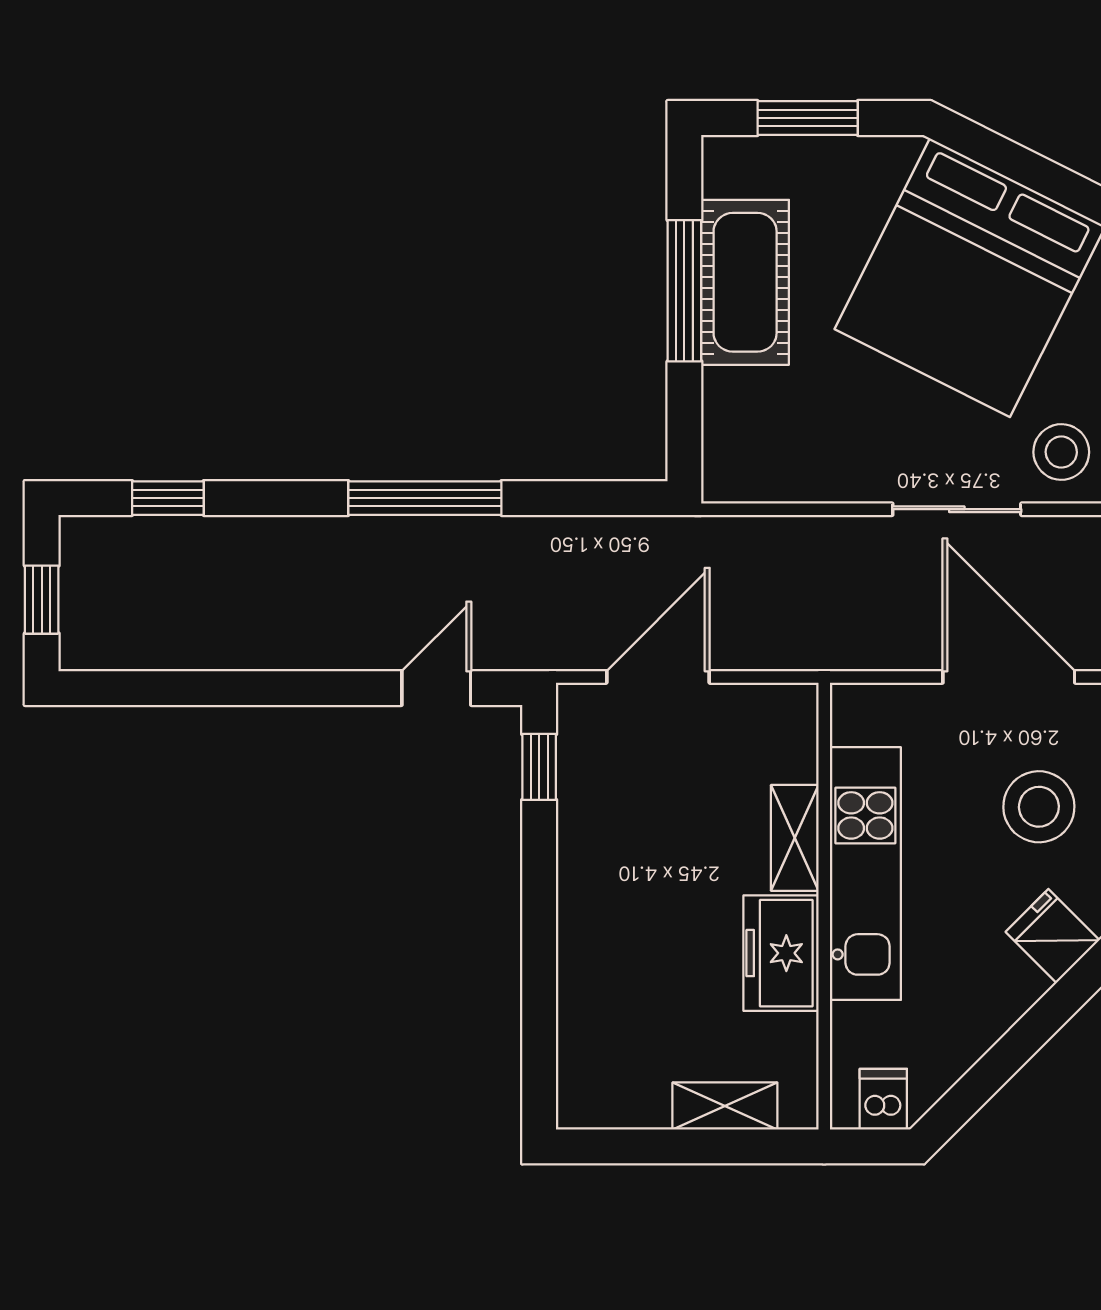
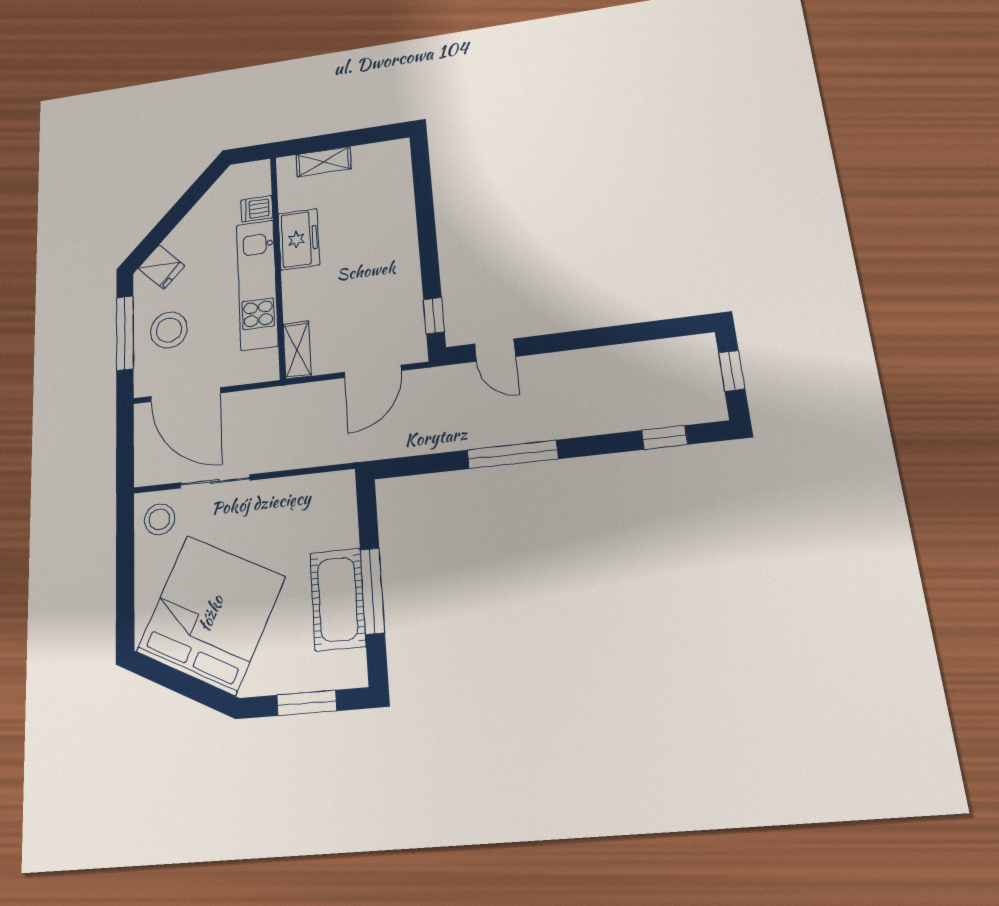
door: (436, 688) -> (495, 350), hinge flipped
shelving: (795, 838) -> (297, 350), moved
dishwasher: (883, 1099) -> (257, 209), moved, turned 90

